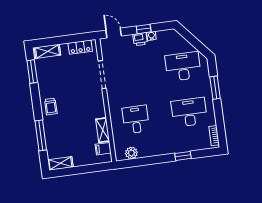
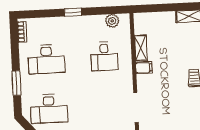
filing cabinet: (103, 149) -> (144, 68), moved
window: (183, 156) -> (73, 12), moved

